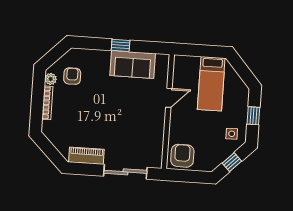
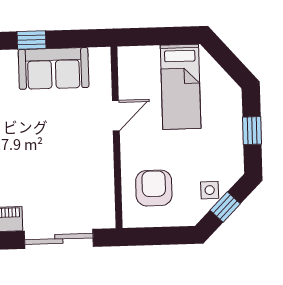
side table: (232, 134) -> (210, 190), moved
armchair: (182, 156) -> (154, 188), moved

